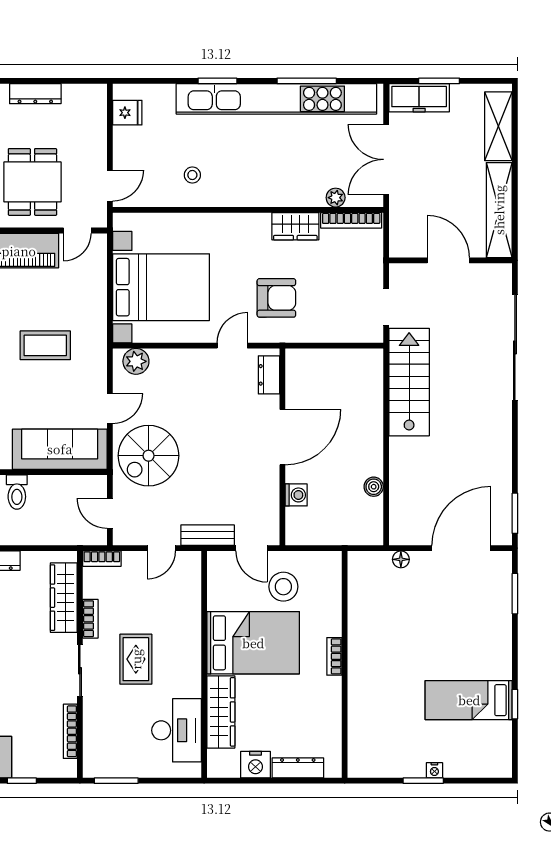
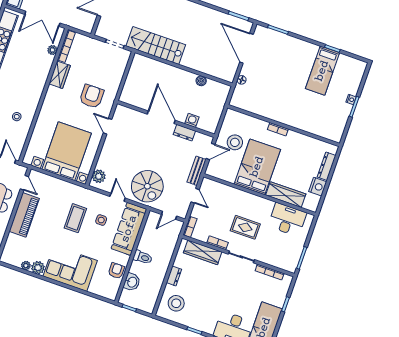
dresser: (269, 375) -> (184, 133), moved
side table: (58, 393) -> (101, 220), added

